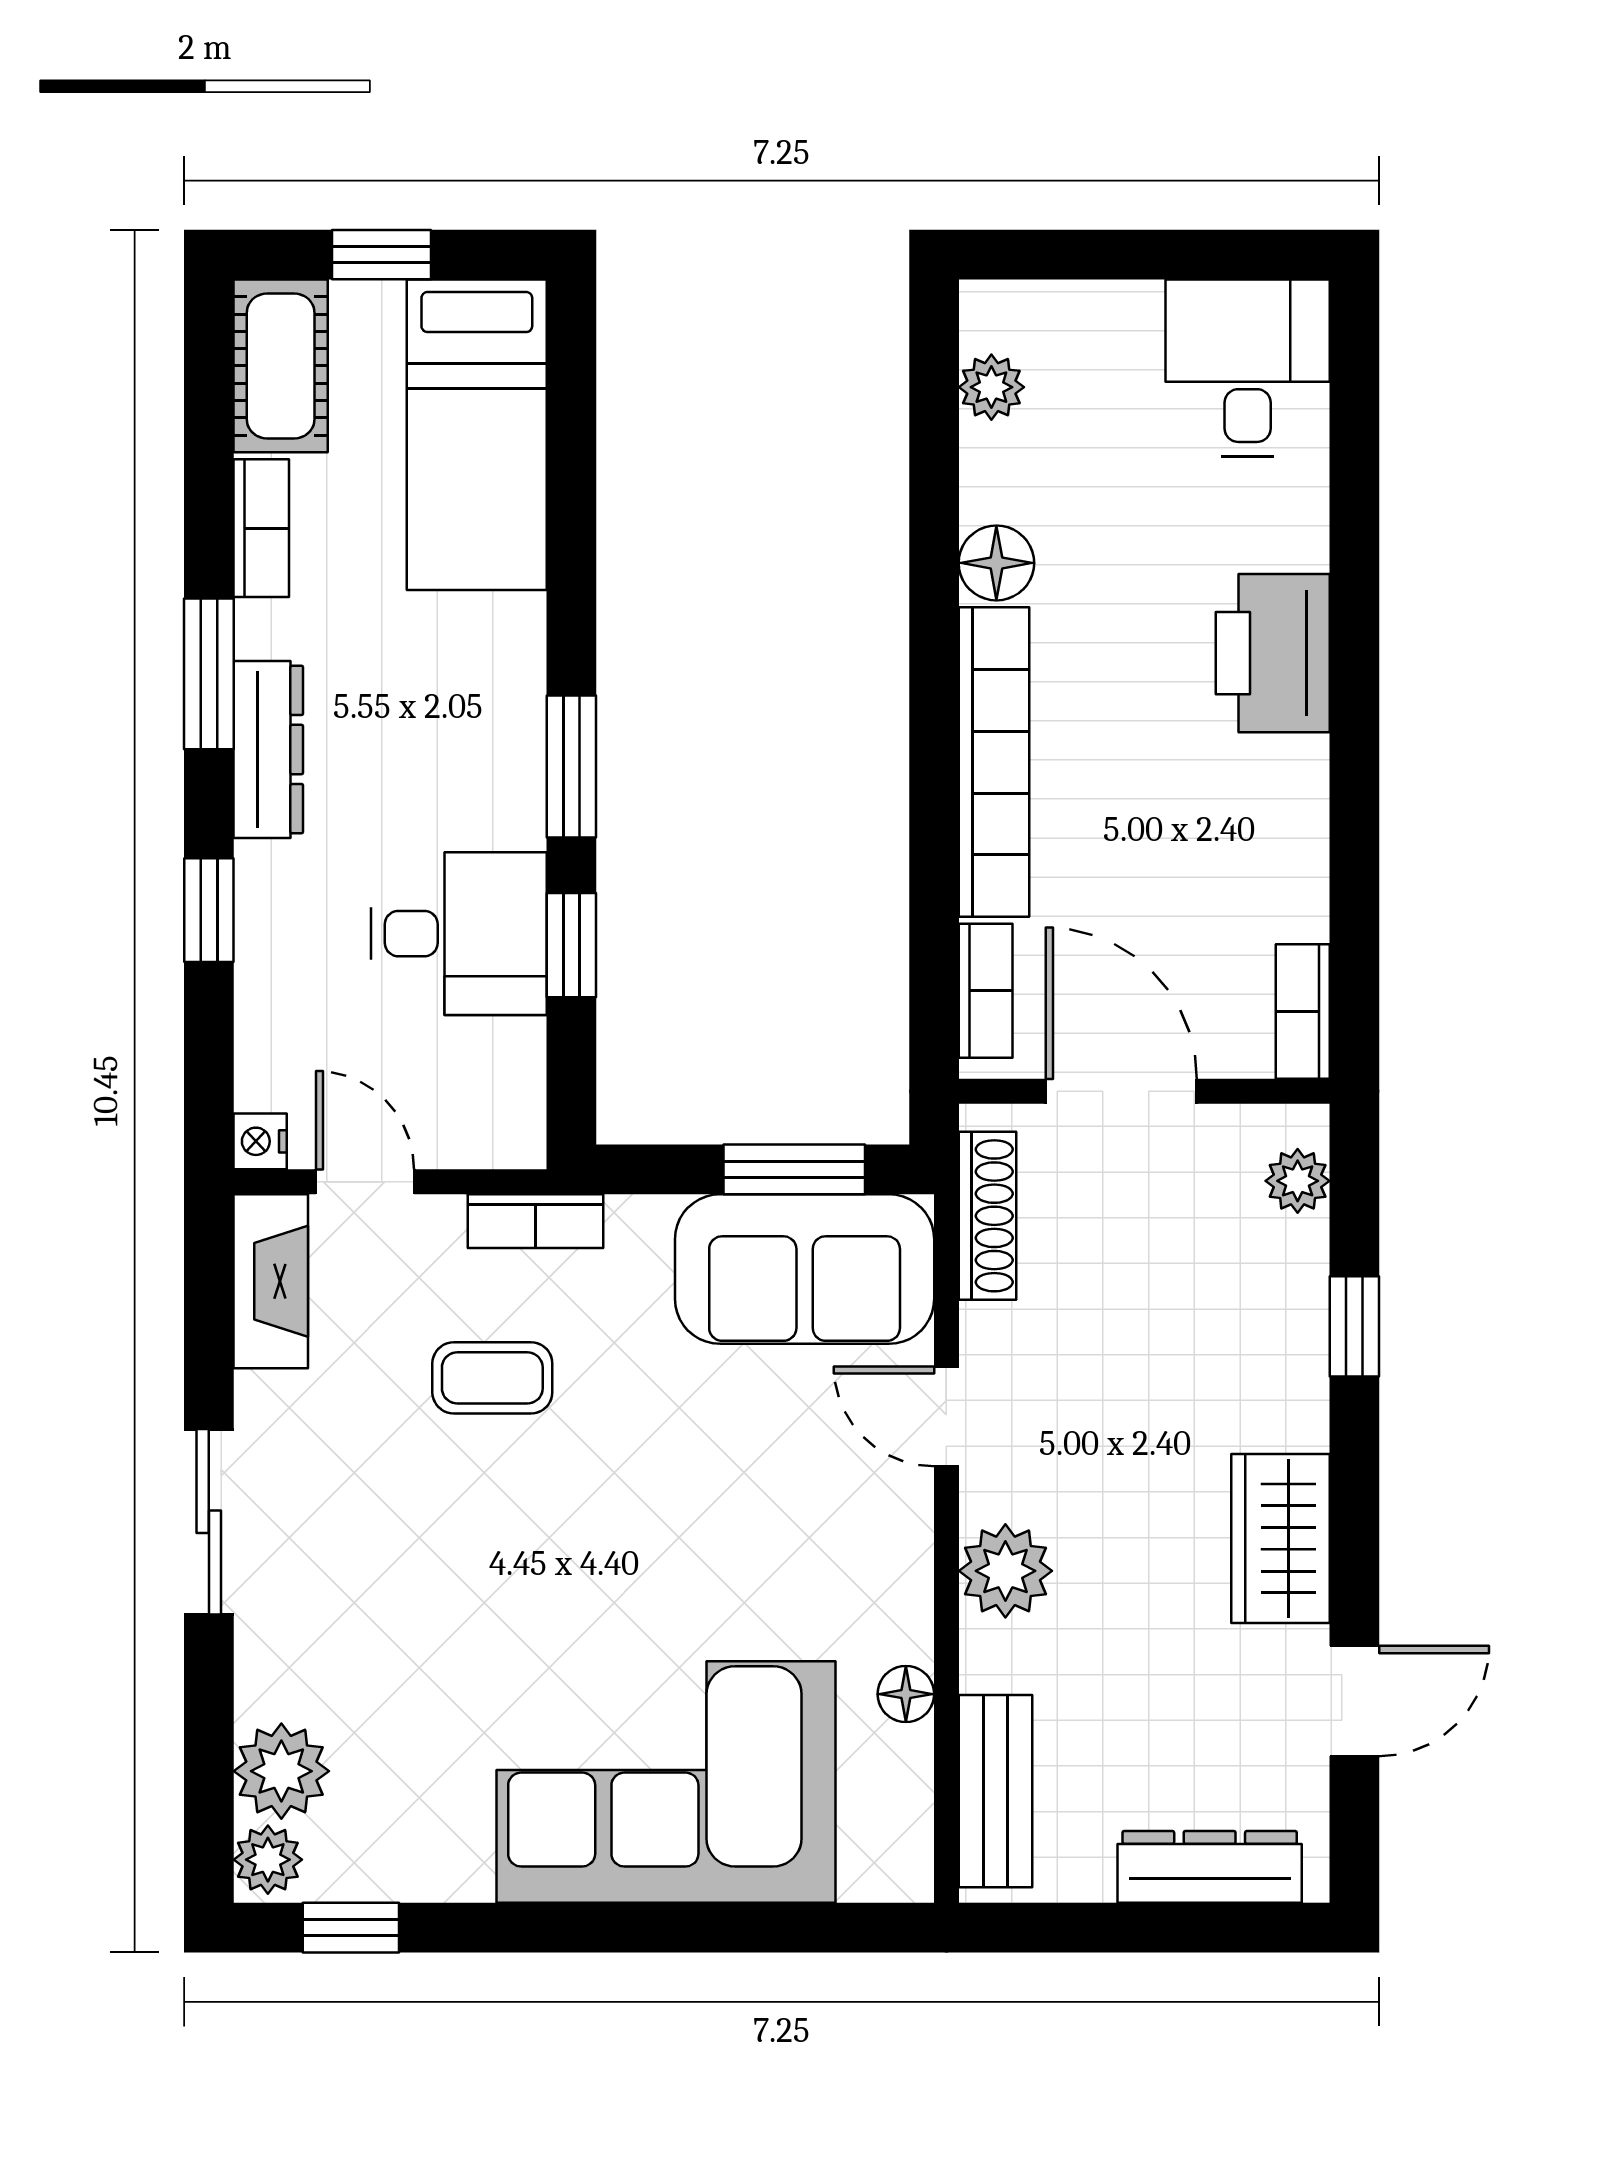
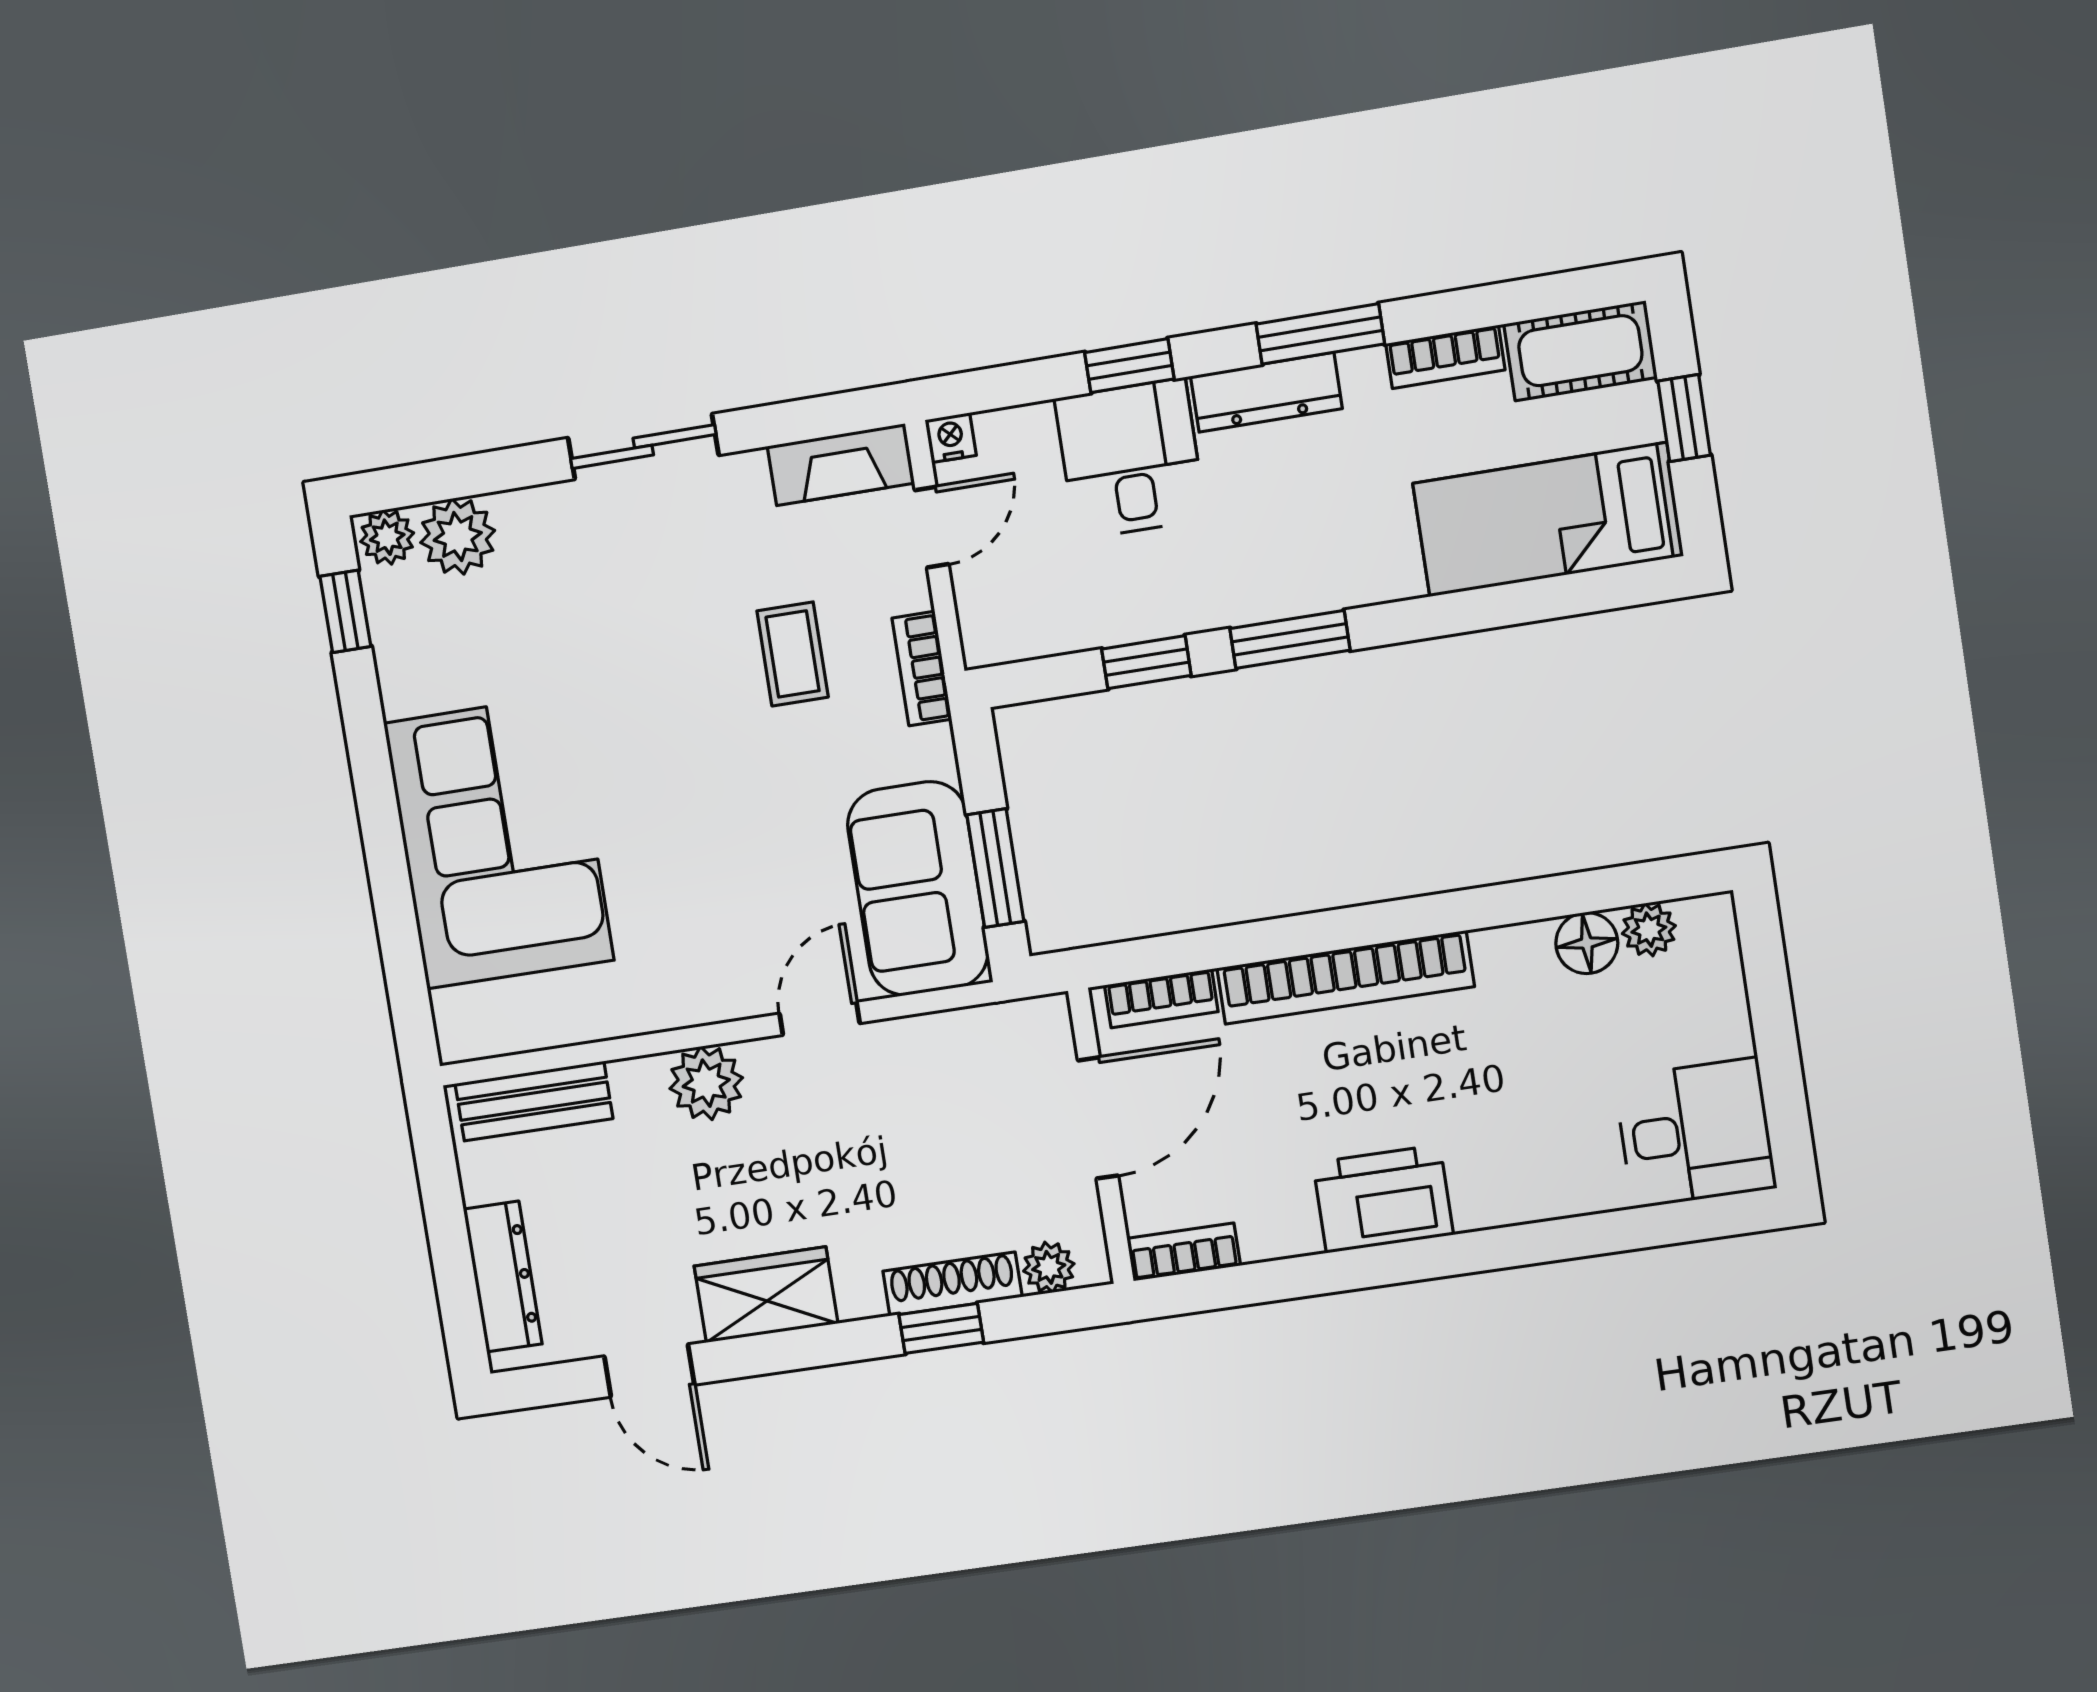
floor lamp: (996, 563) -> (1587, 943), moved
printer: (1273, 653) -> (1383, 1199), moved
desk: (459, 934) -> (1130, 459), moved, turned 180
shoe rack: (987, 1216) -> (952, 1284), moved, turned 180
floor lamp: (906, 1694) -> (598, 1020), removed

